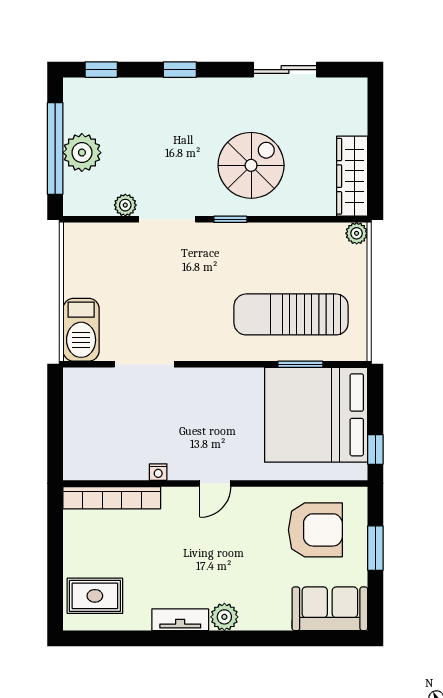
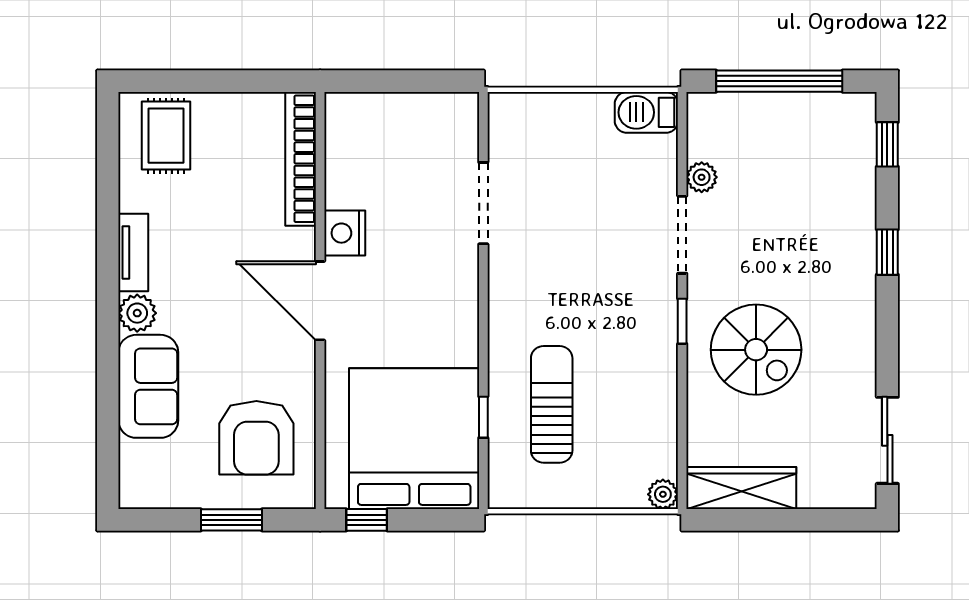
sliding door: (285, 70) -> (887, 440), moved
plant: (82, 153) -> (774, 118), removed
sun lounger: (291, 314) -> (552, 404), width x0.73, depth x0.75
barbecue: (81, 330) -> (646, 112), moved, width x0.73, depth x0.83
window: (300, 364) -> (483, 417), width x0.67
nightstand: (158, 472) -> (345, 233), width x1.89, depth x1.79
door: (215, 483) -> (320, 301), width x1.88
sofa: (330, 609) -> (148, 386), moved

